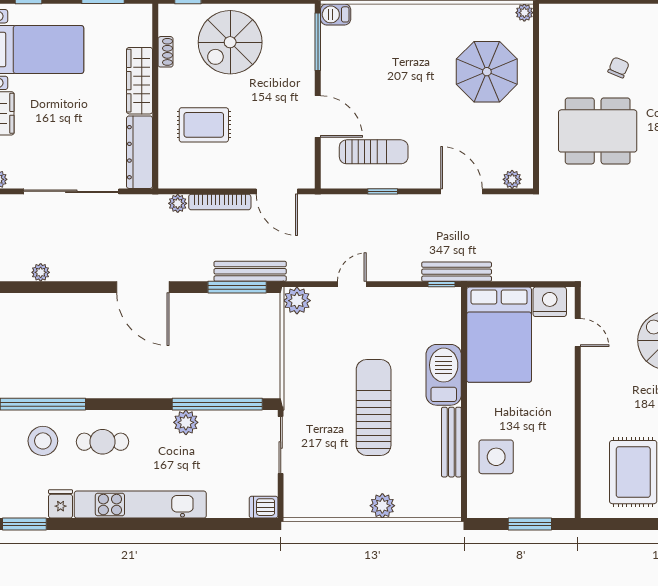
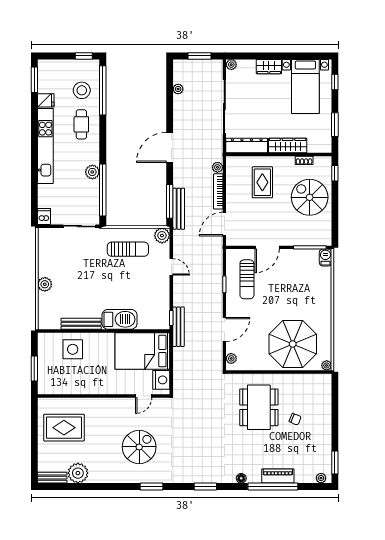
parasol: (487, 72) -> (293, 344), width x1.36, depth x1.36
sun lounger: (374, 408) -> (128, 249), moved, width x0.73, depth x0.75

